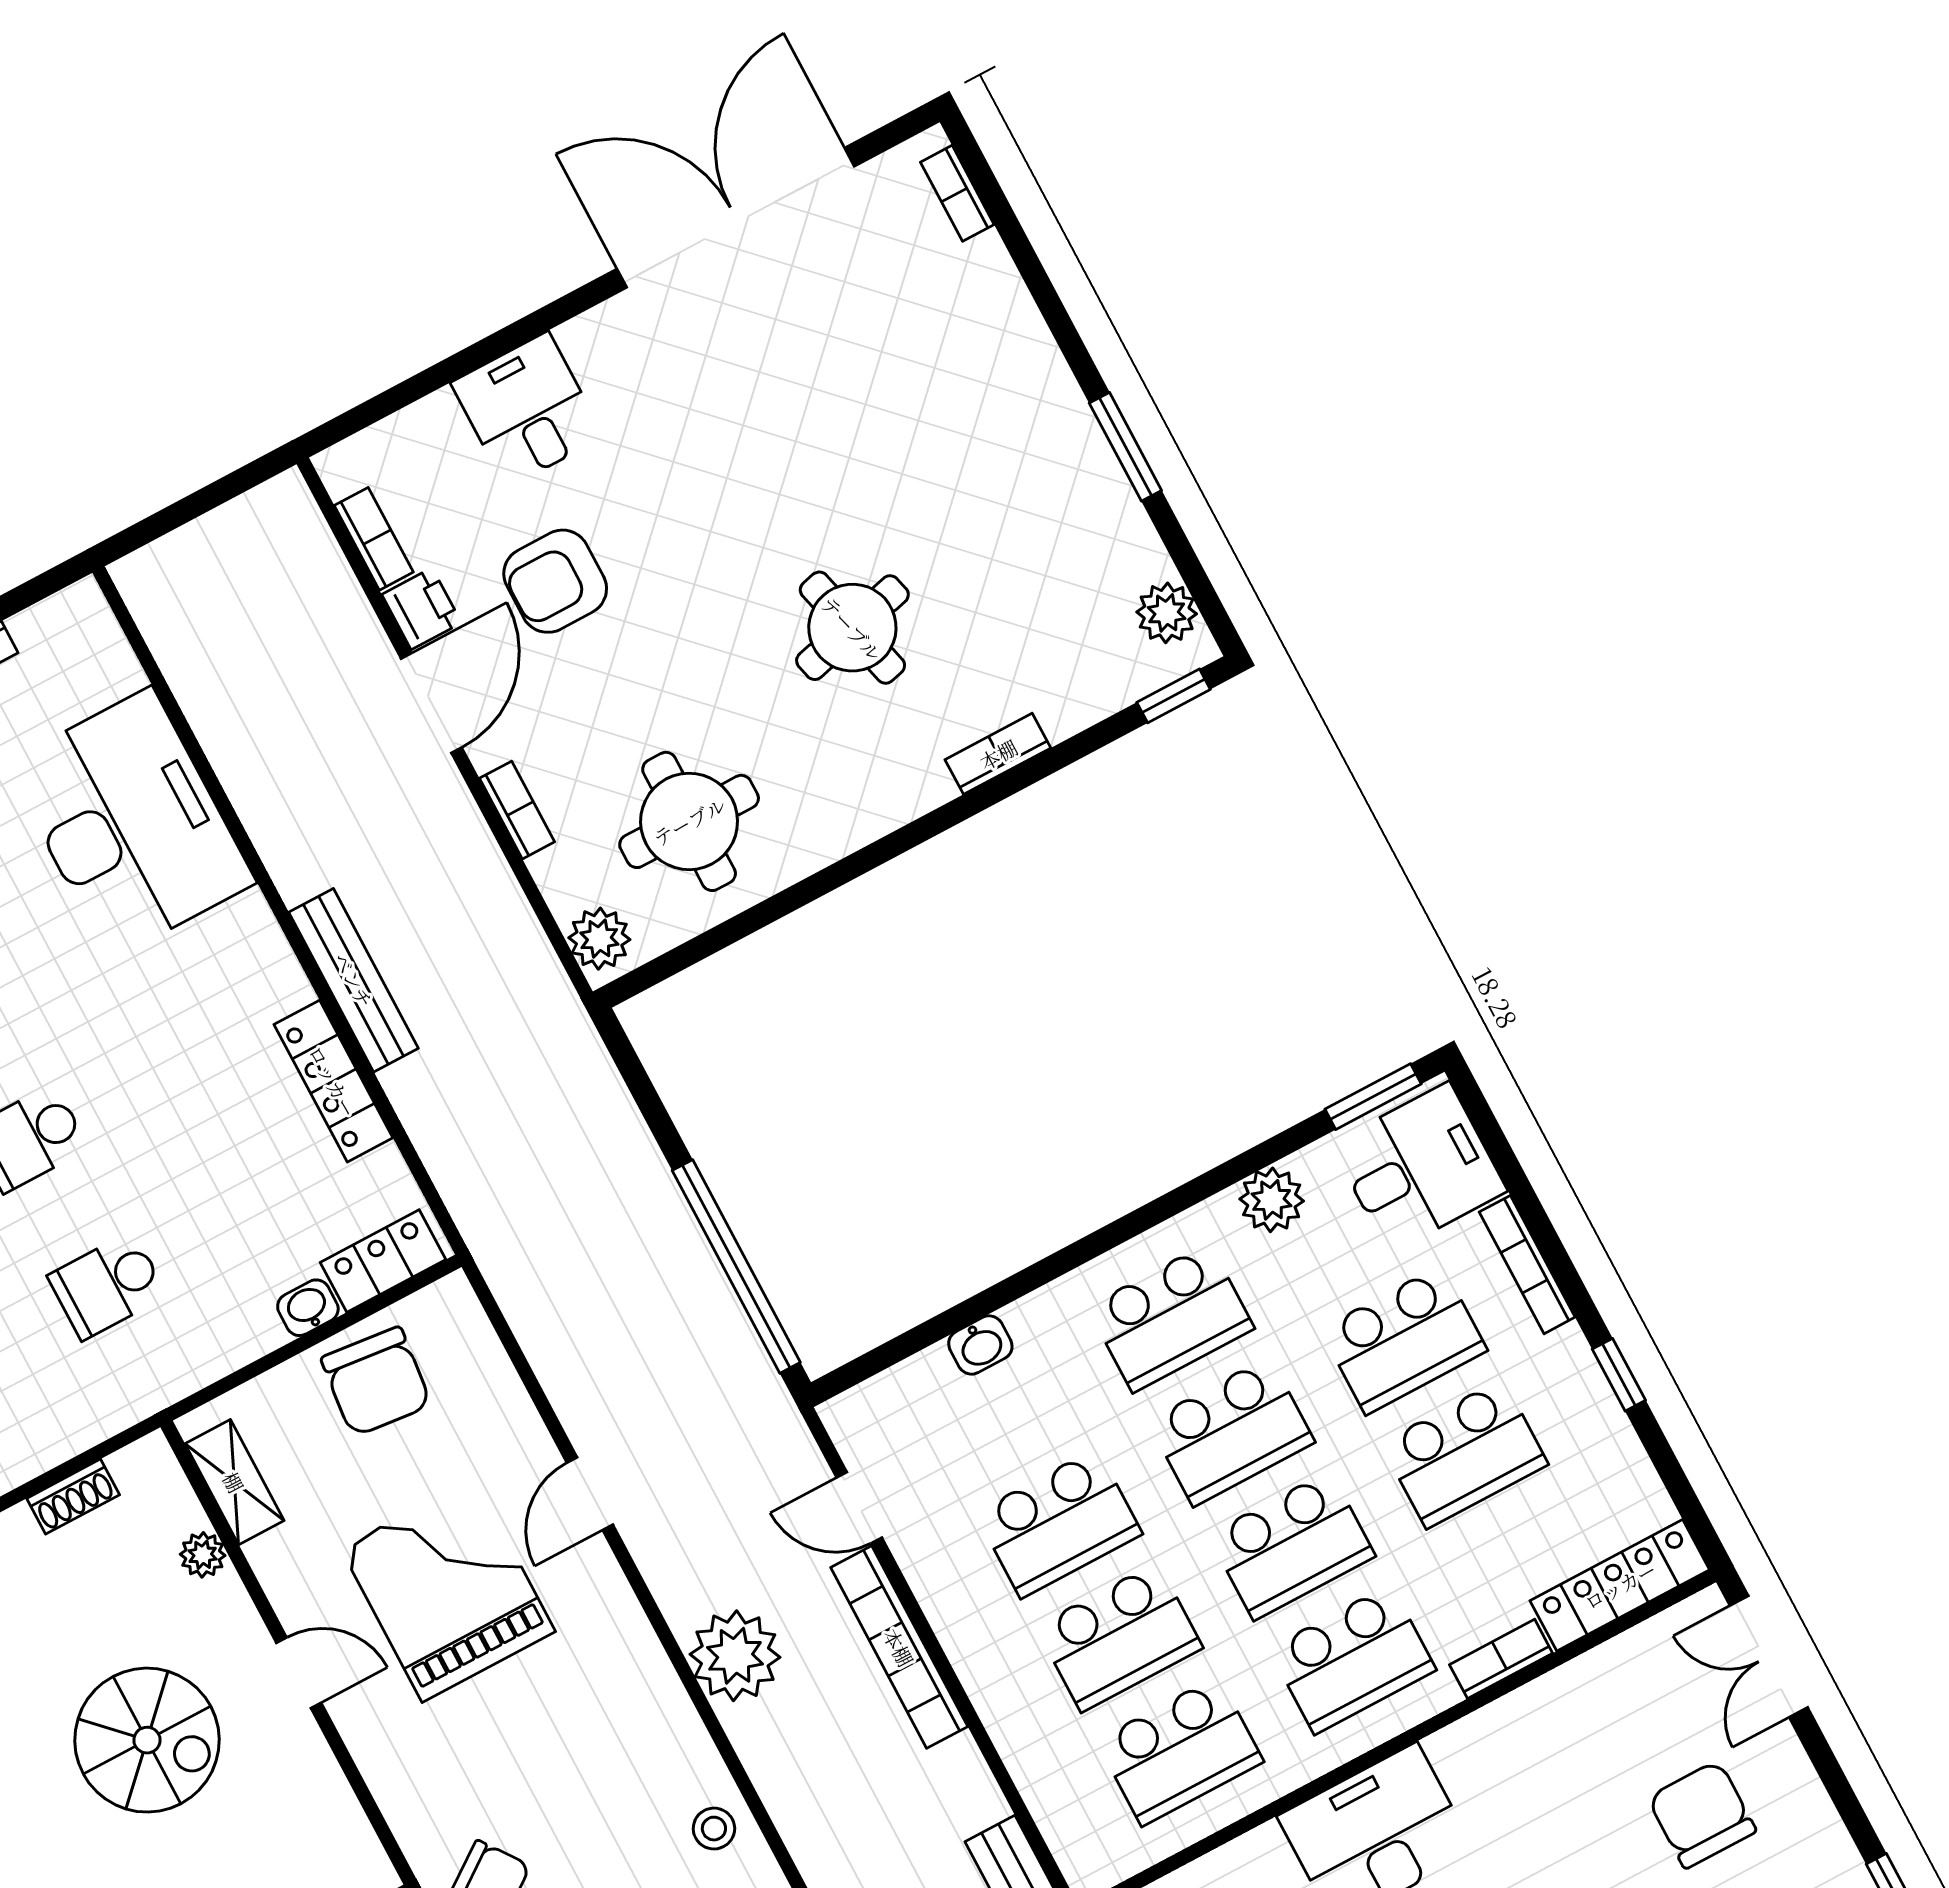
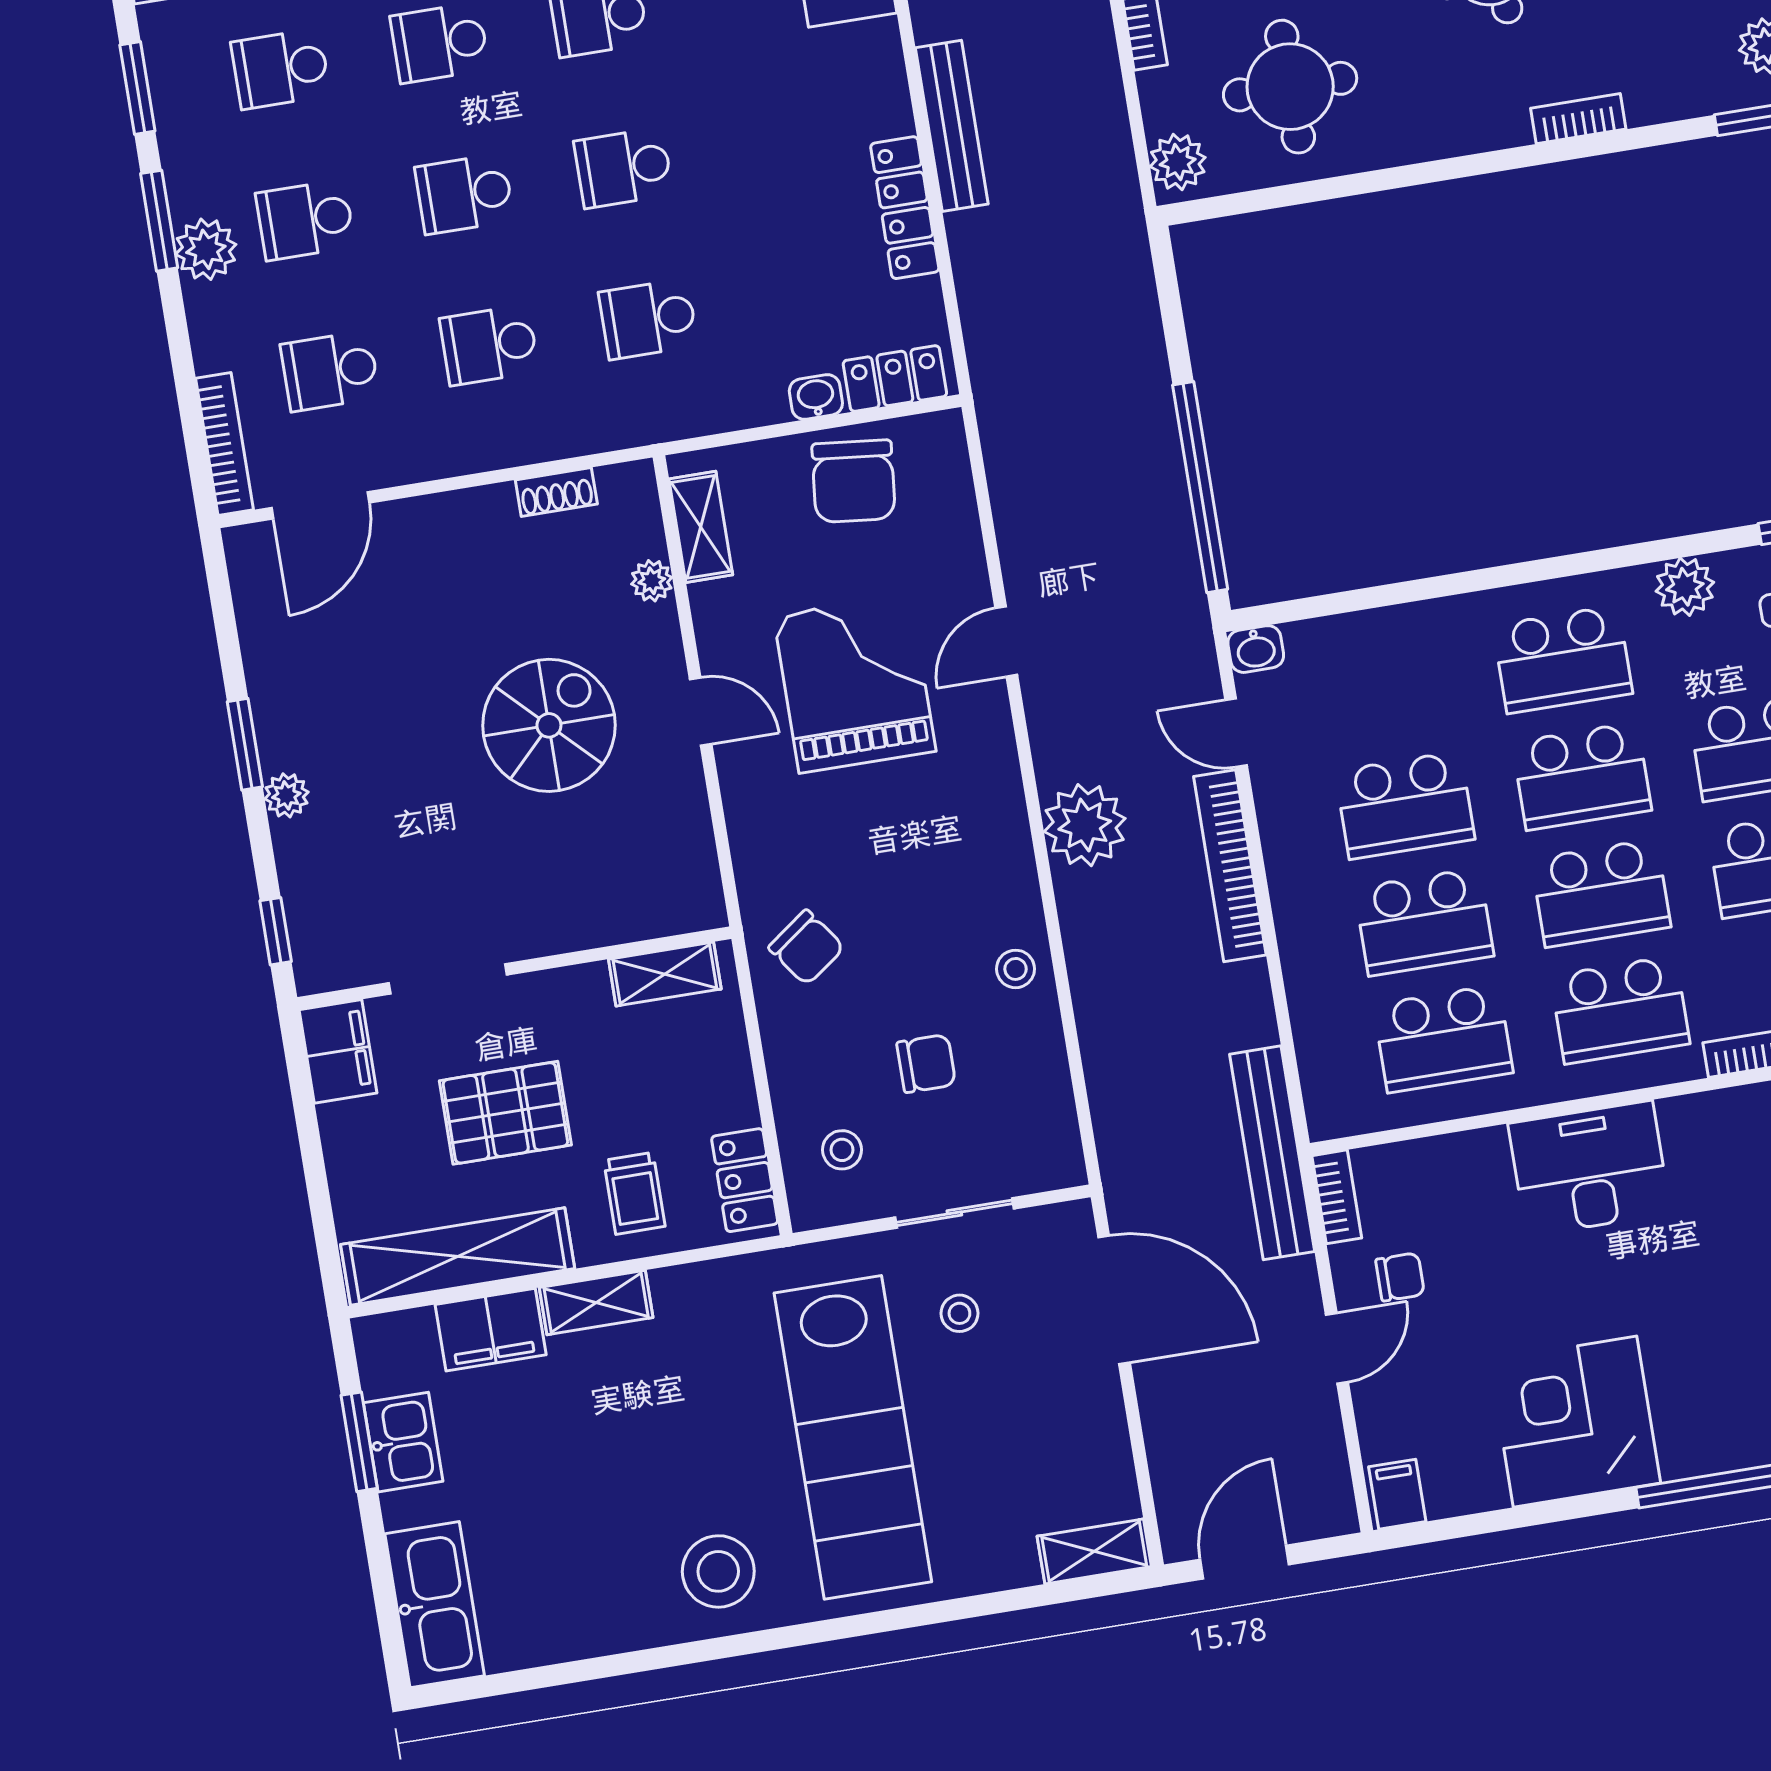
washbasin: (980, 1345) -> (1256, 649), moved
spiral stairs: (147, 1740) -> (549, 725), turned -90

